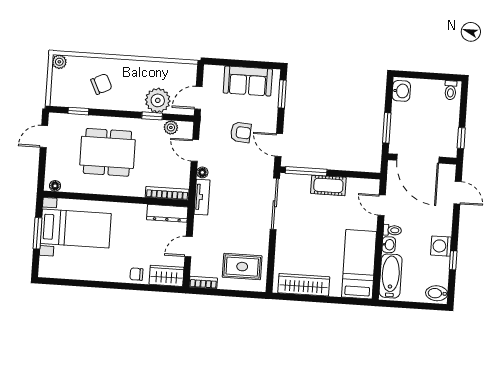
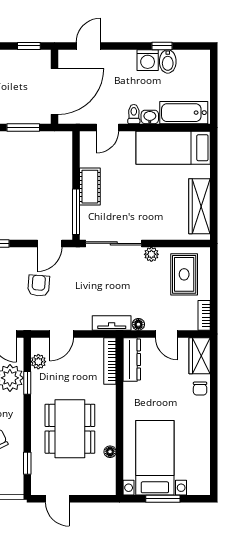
floor lamp: (202, 172) -> (138, 324), moved
floor lamp: (55, 186) -> (110, 452), moved
plant: (263, 238) -> (151, 254), added
bidet: (437, 293) -> (168, 61), moved

